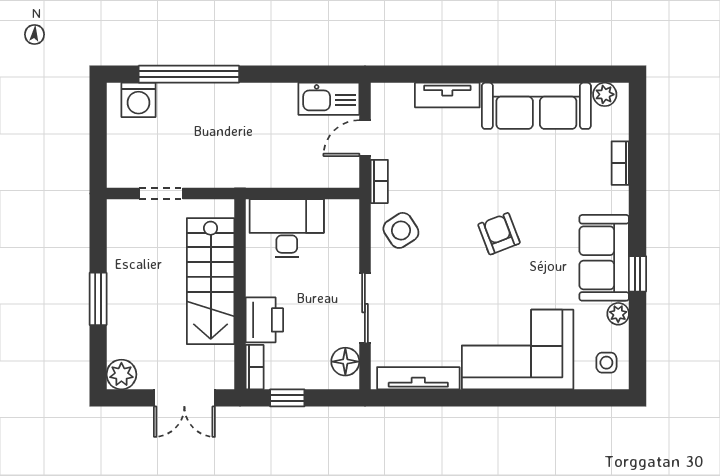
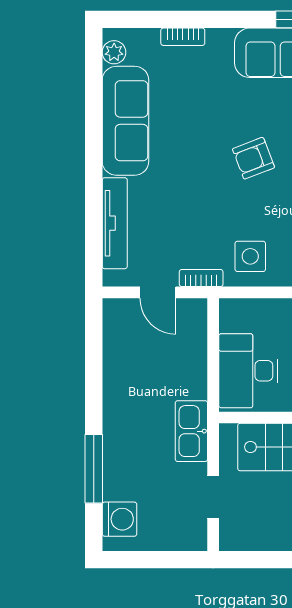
window: (189, 74) -> (94, 469), width x0.68
tv unit: (447, 95) -> (115, 223), width x1.41
kitchen sink: (329, 99) -> (191, 431), moved, turned 180
side table: (401, 230) -> (250, 256), turned 33

